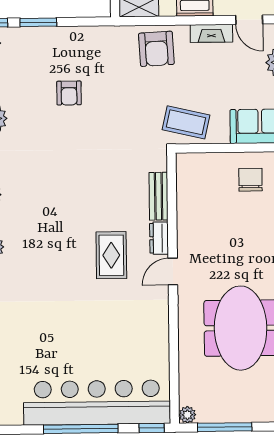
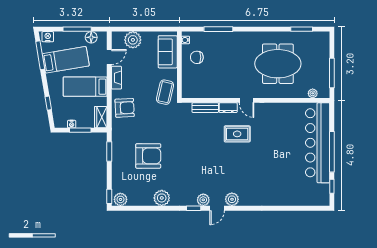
window: (38, 22) -> (109, 151), moved
armchair: (69, 93) -> (148, 156), width x1.88, depth x1.88
plant: (187, 415) -> (313, 93), moved
window: (152, 428) -> (332, 186), moved

